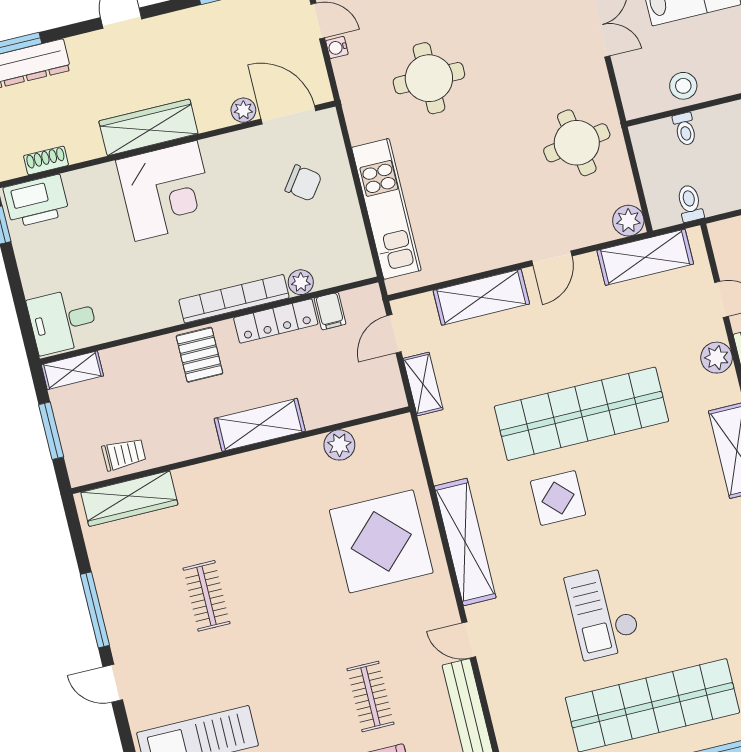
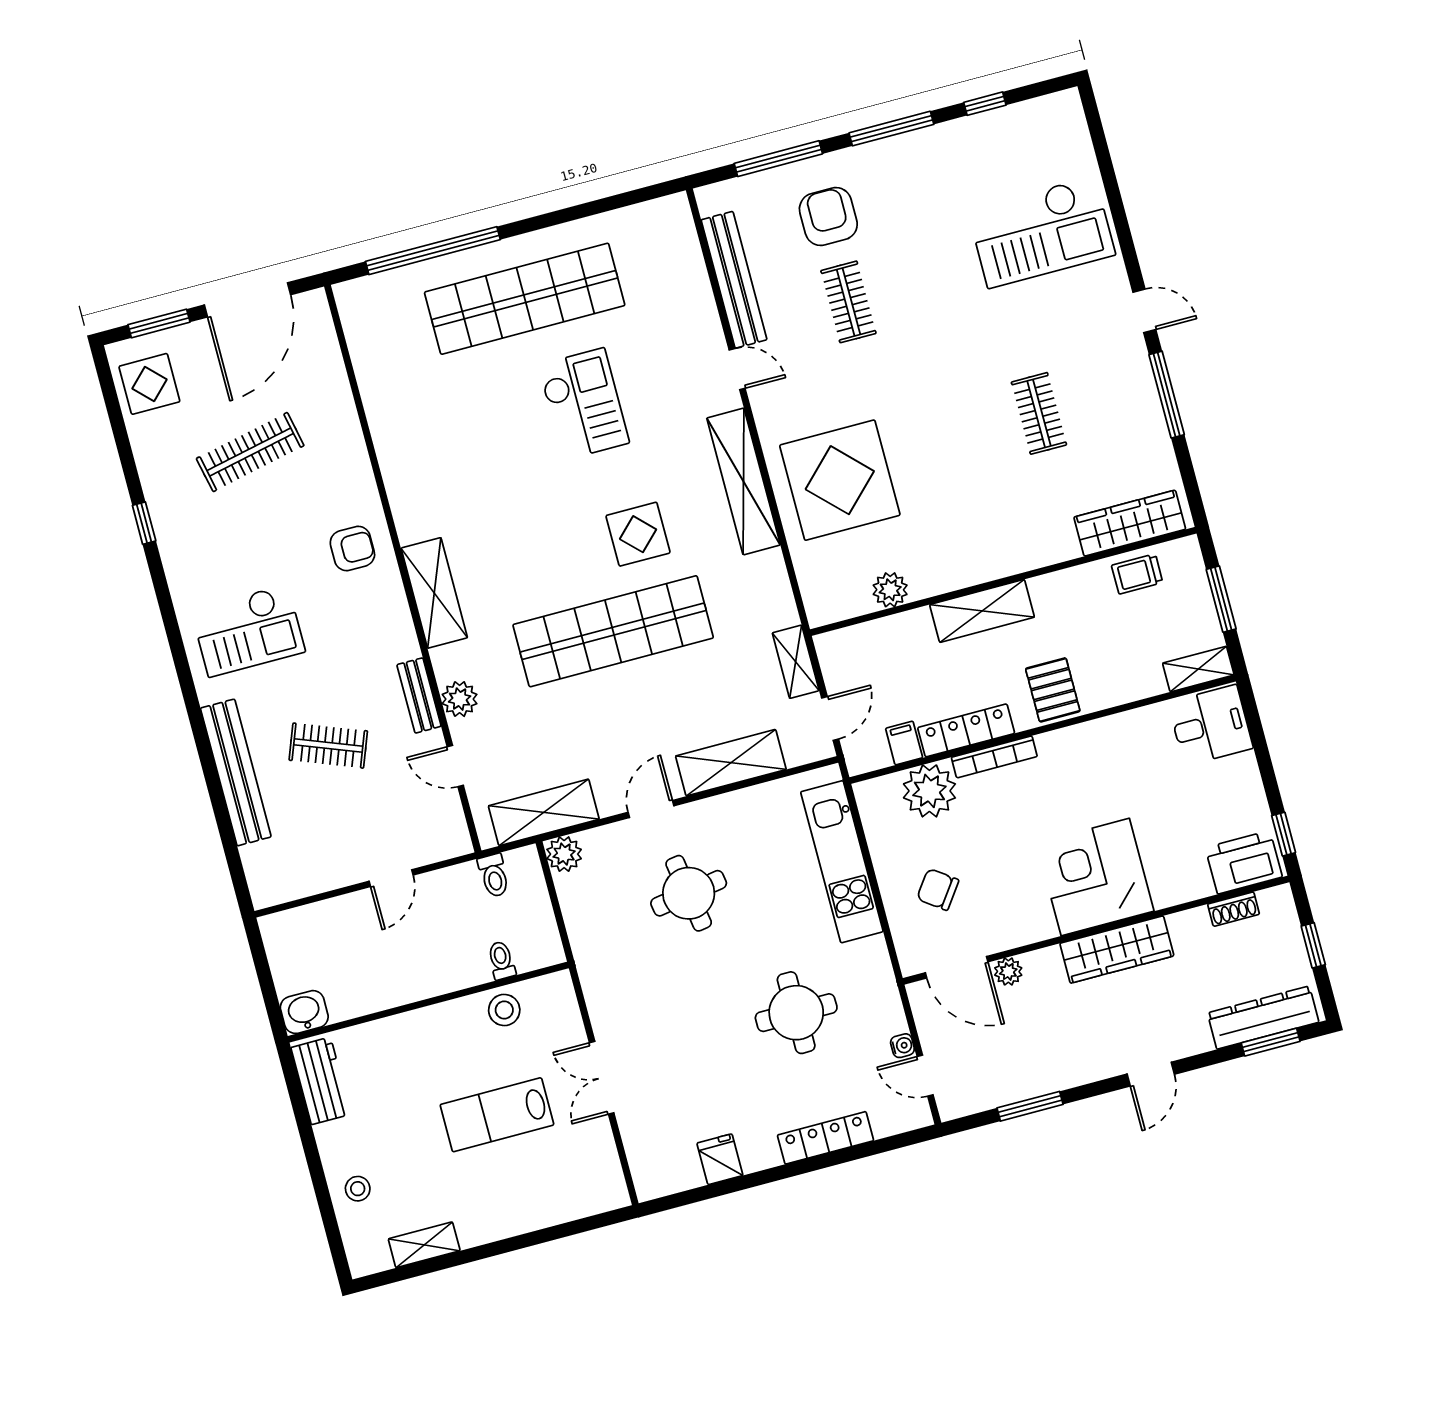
round table: (577, 143) -> (689, 893), moved
plant: (301, 282) -> (929, 791), width x1.88, depth x1.88
bookcase: (234, 299) -> (994, 757), width x0.68, depth x0.76

